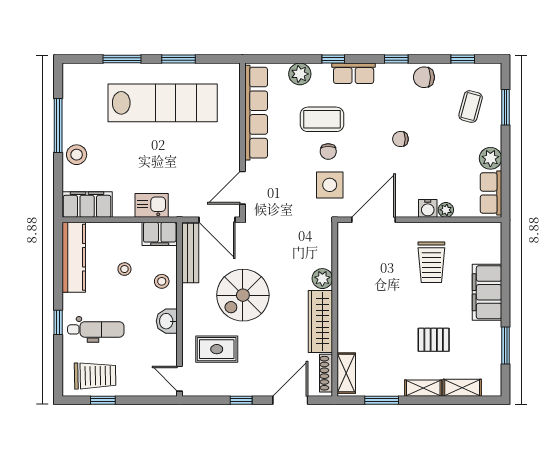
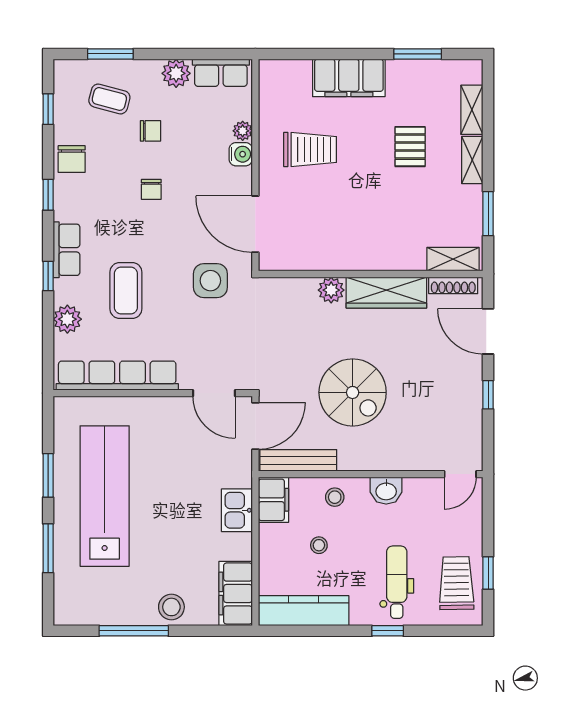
chair: (328, 151) -> (150, 131), moved
rug: (217, 349) -> (422, 426), removed

